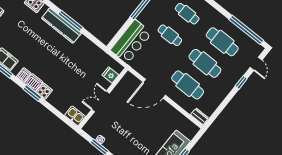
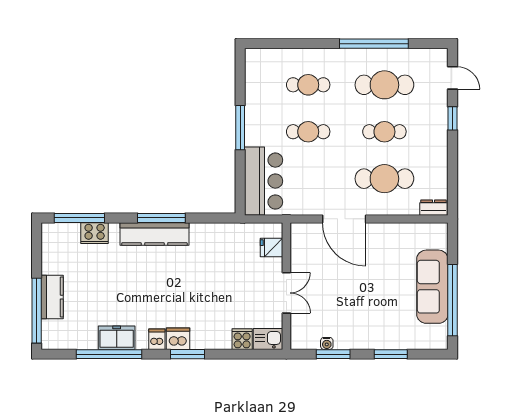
window: (246, 30) -> (374, 44), moved
cafe table: (205, 63) -> (384, 132), width x0.73, depth x0.74
door: (154, 89) -> (344, 219), hinge flipped
cooker: (44, 91) -> (242, 339), moved
double door: (100, 101) -> (286, 293), swing flipped

